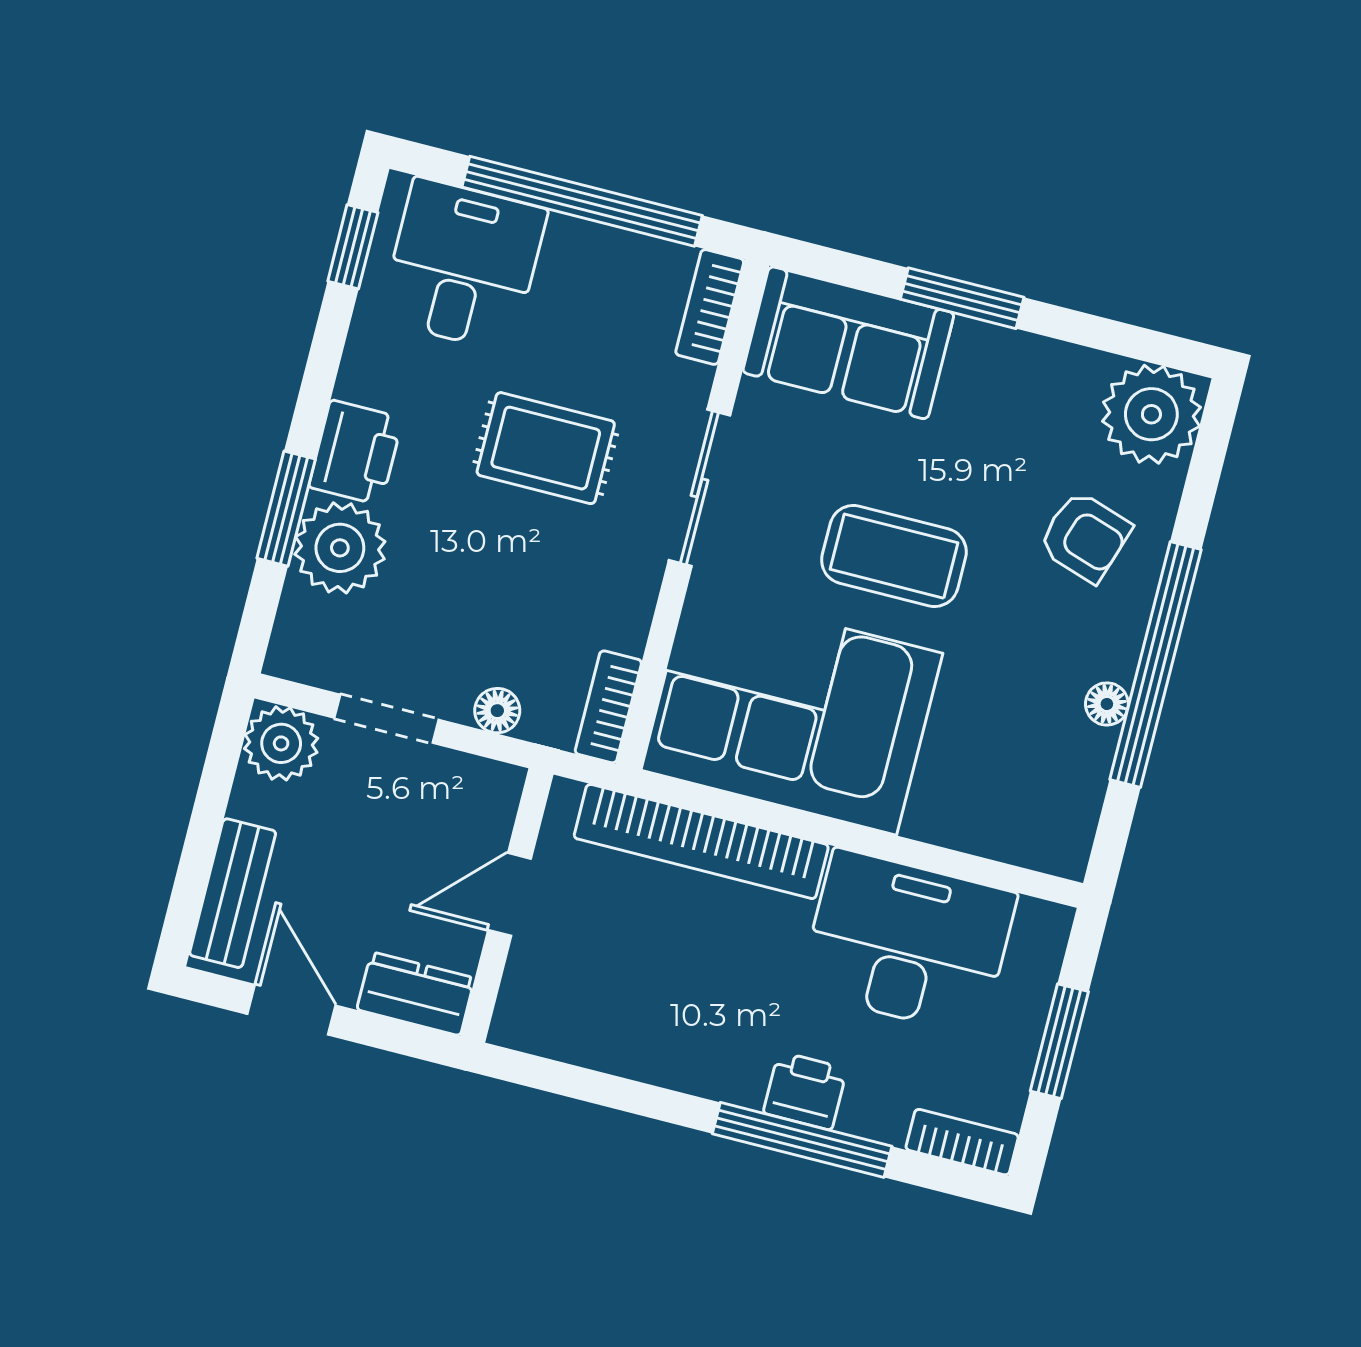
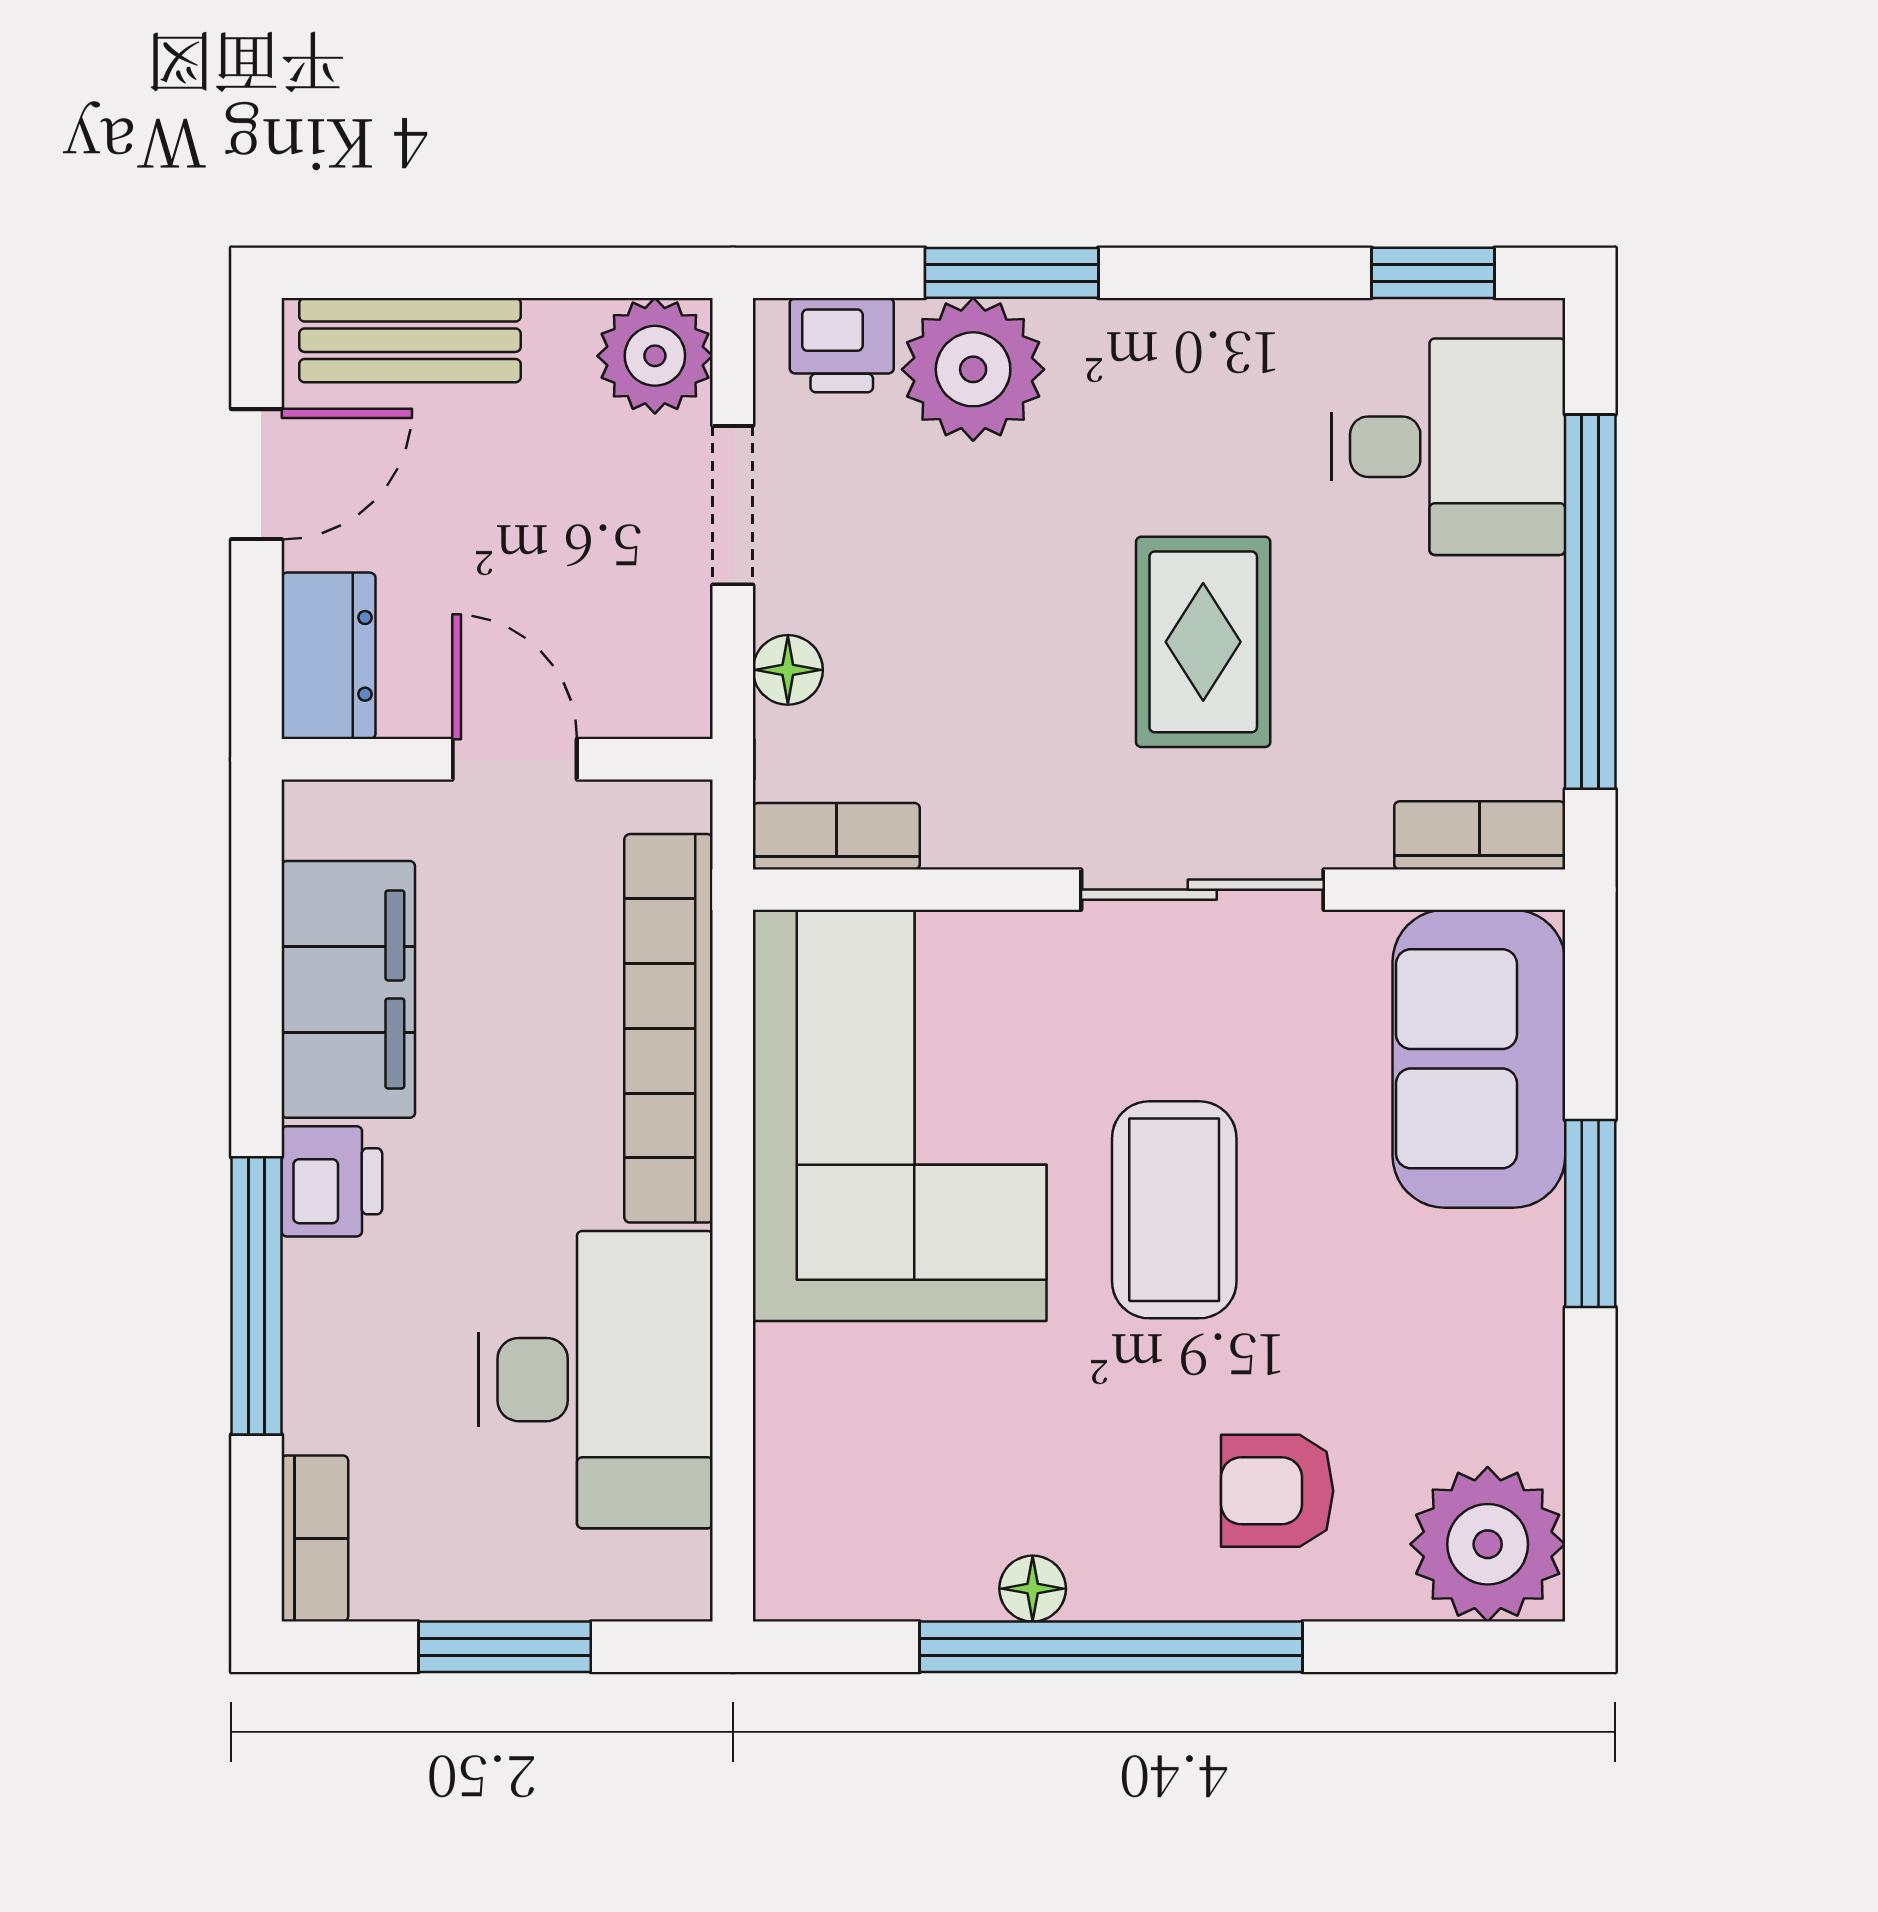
printer: (356, 452) -> (842, 345), moved, width x0.73, depth x0.81
armchair: (1085, 537) -> (1277, 1491), turned 72
filing cabinet: (626, 1034) -> (348, 989), added
printer: (805, 1091) -> (332, 1181), moved

